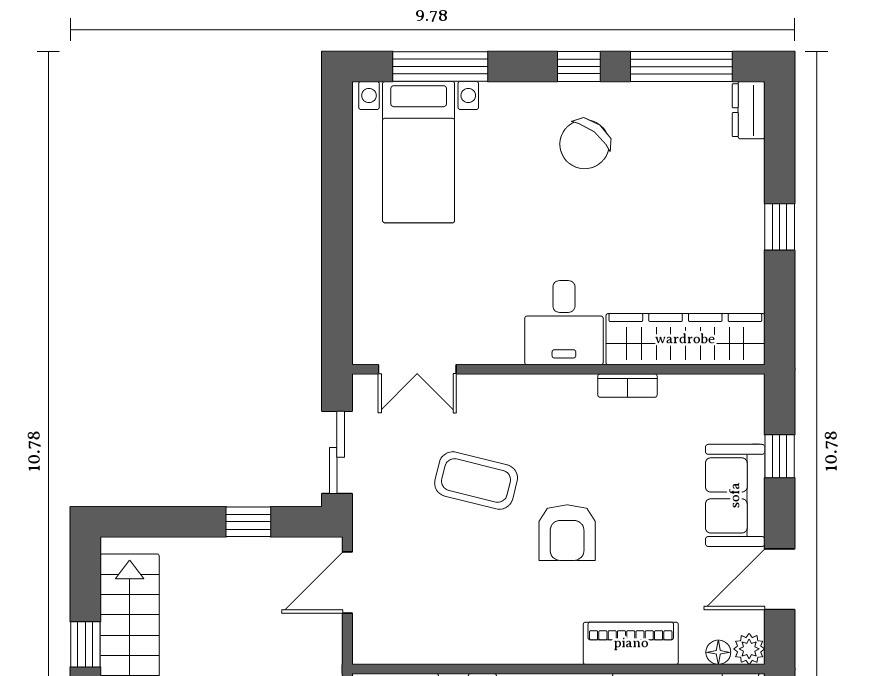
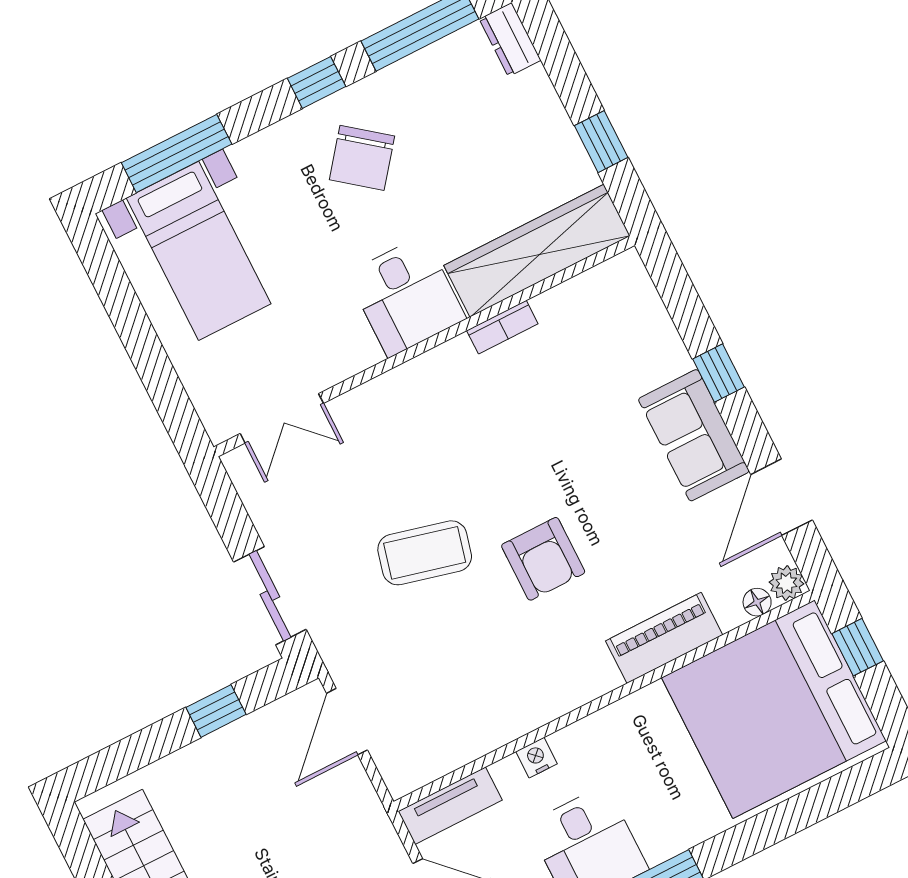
desk: (564, 323) -> (406, 296), moved
wardrobe: (685, 339) -> (537, 251), moved
double door: (417, 369) -> (282, 418), moved
wall: (558, 369) -> (424, 346), moved
bookcase: (627, 386) -> (502, 327), moved

